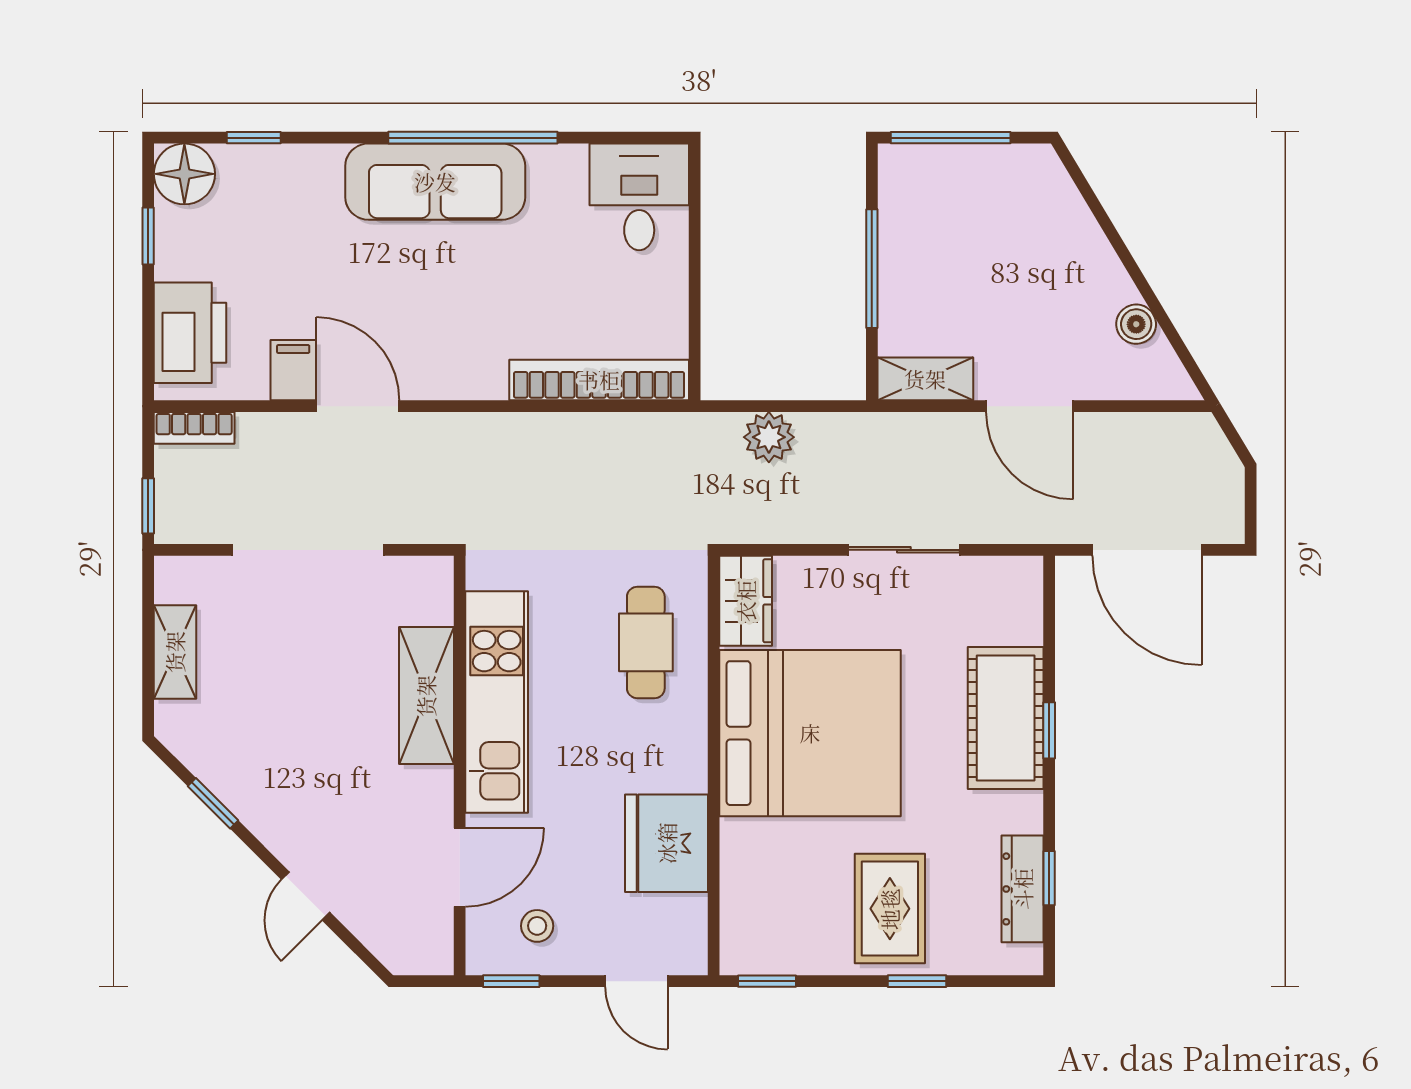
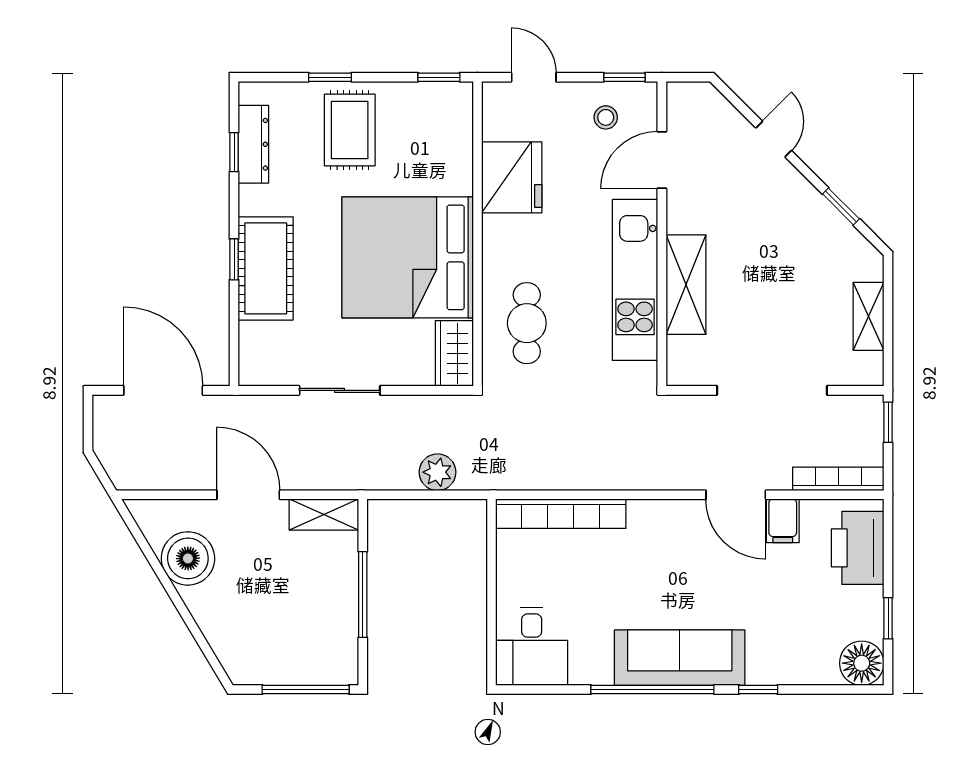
window: (254, 138) -> (758, 690), moved
boiler: (1136, 324) -> (188, 558), width x1.86, depth x1.86
bookcase: (194, 428) -> (838, 479), width x1.56

